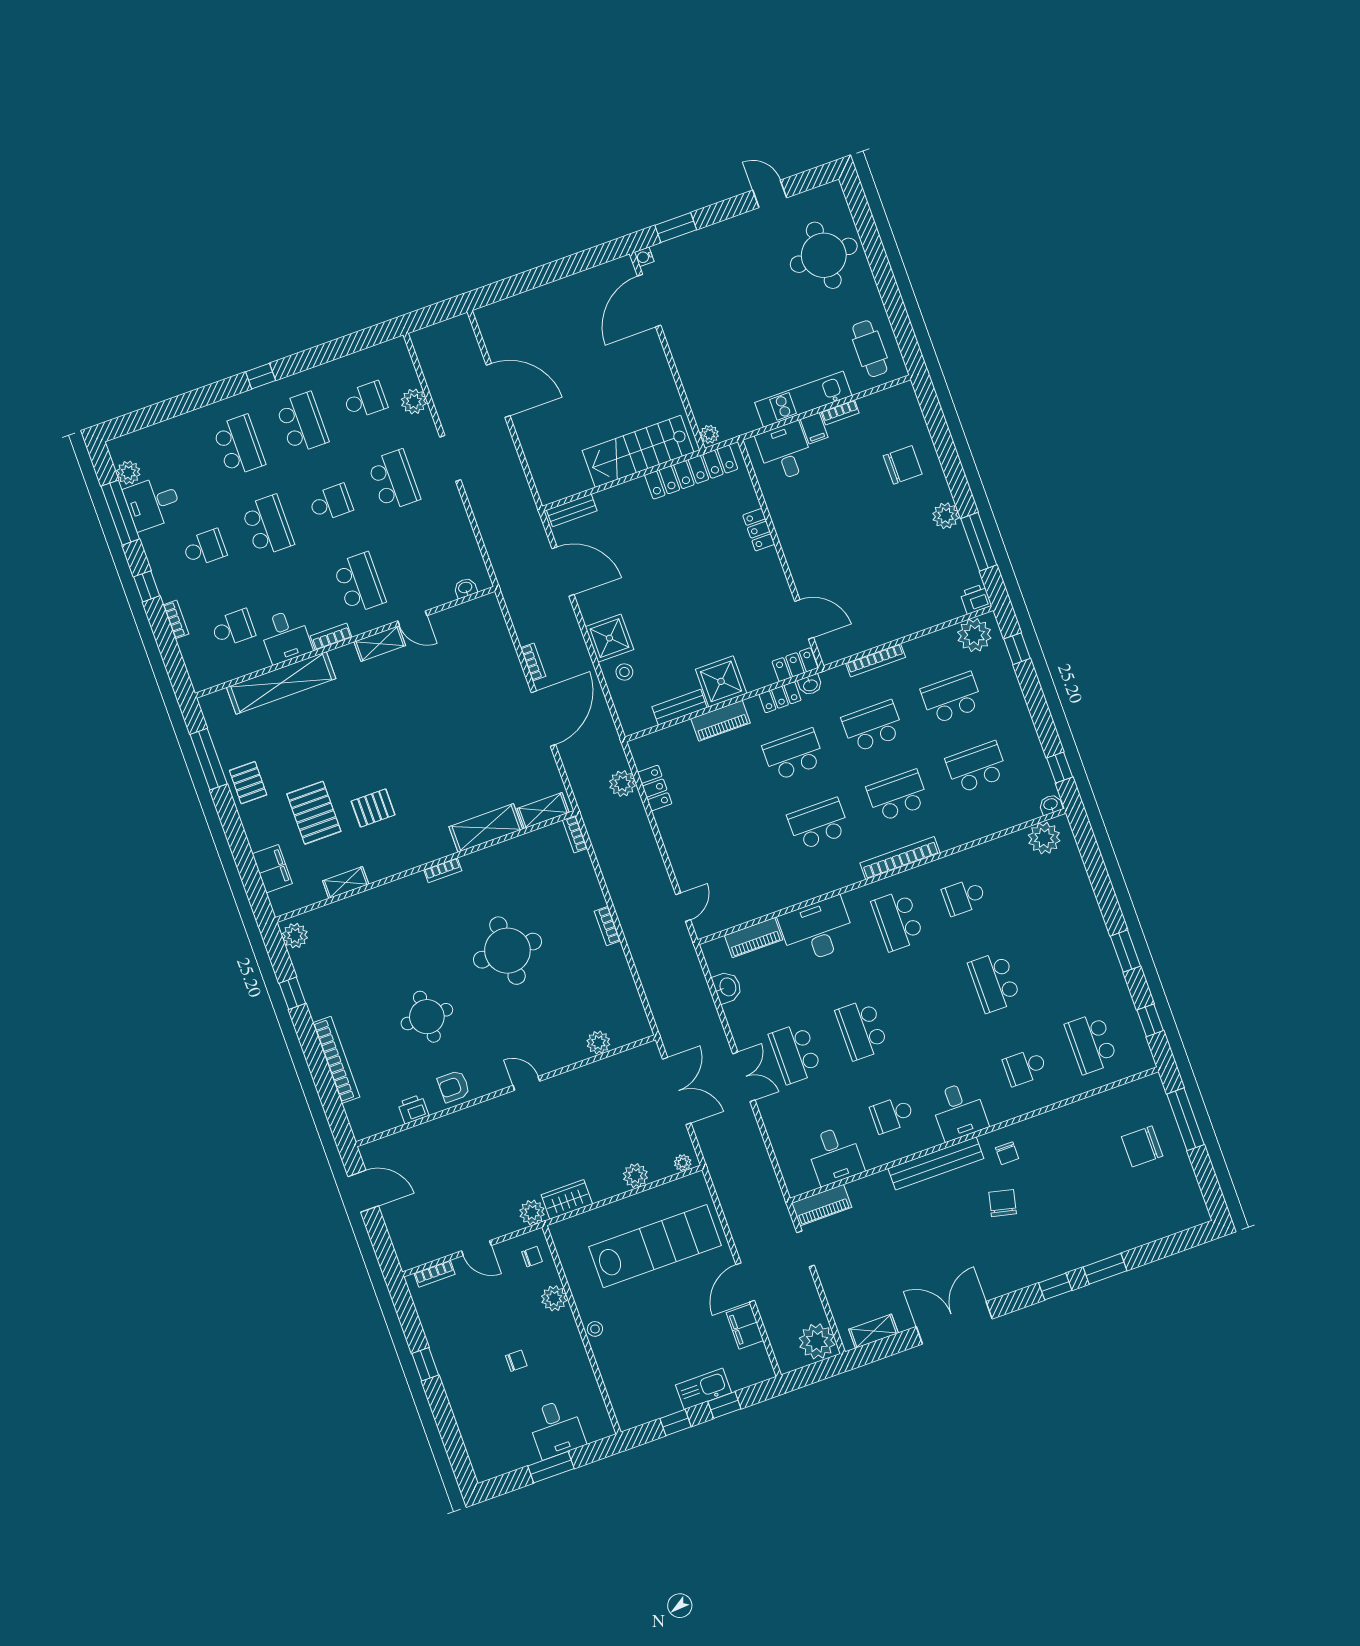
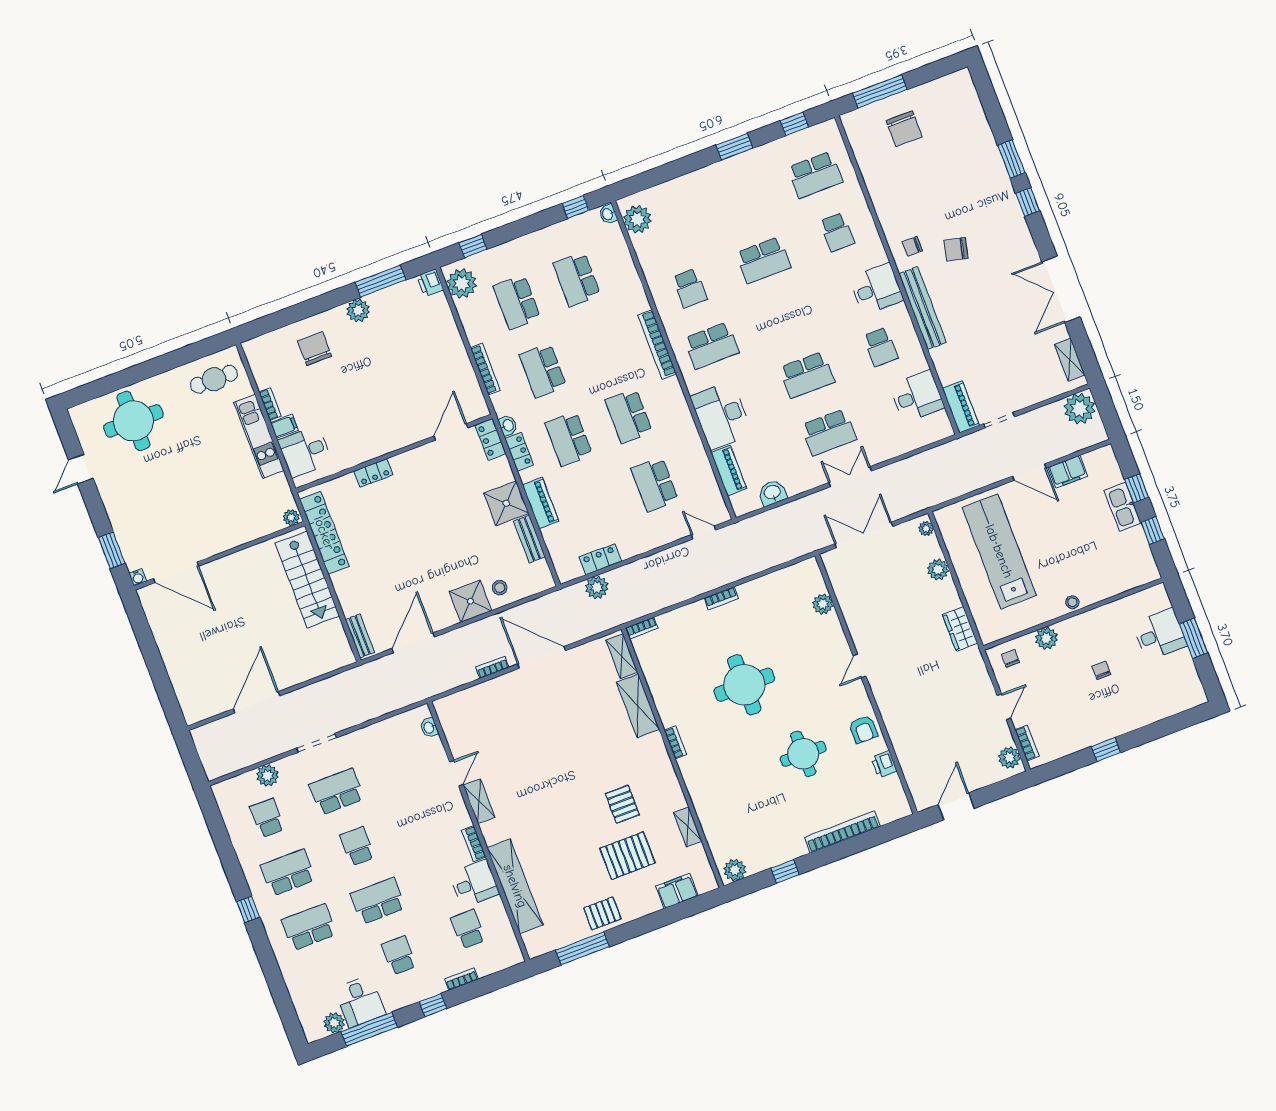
school desk: (359, 583) -> (427, 820), removed
school desk: (897, 796) -> (655, 484), moved
chair: (1007, 1153) -> (912, 246), turned 180
plant: (532, 1212) -> (1009, 758), moved

